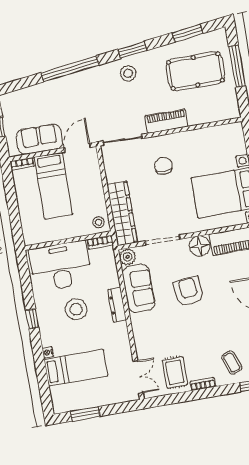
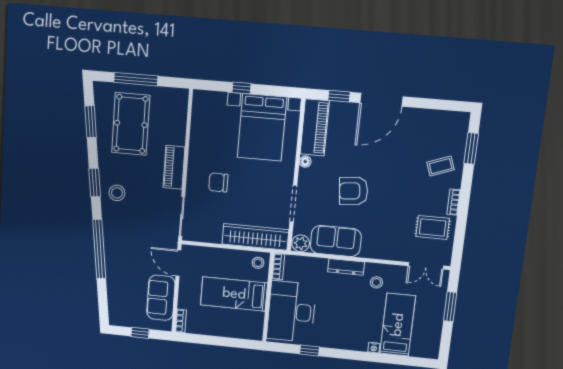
bed: (53, 186) -> (234, 294), moved, turned 180
floor lamp: (200, 246) -> (305, 162), width x0.53, depth x0.53
stool: (76, 309) -> (376, 282), moved, width x0.53, depth x0.53
window: (32, 319) -> (309, 351), moved
double door: (138, 377) -> (426, 266), swing flipped
window: (85, 414) -> (450, 307), moved

